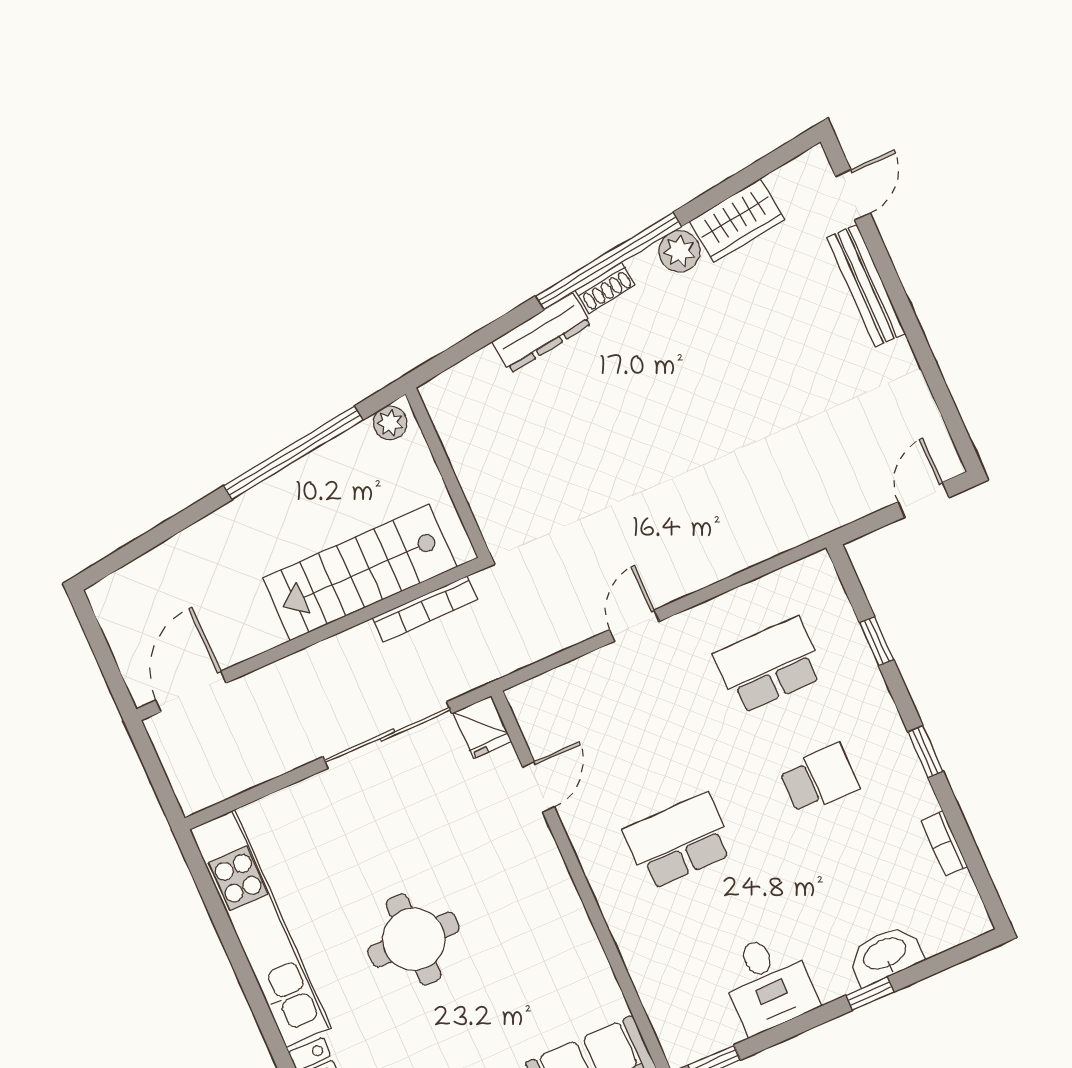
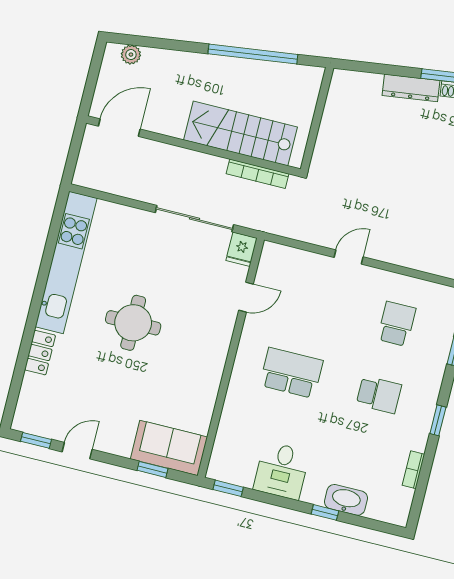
plant: (390, 423) -> (131, 55), moved
school desk: (769, 665) -> (397, 324), width x0.54

